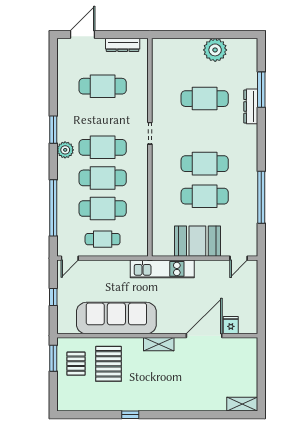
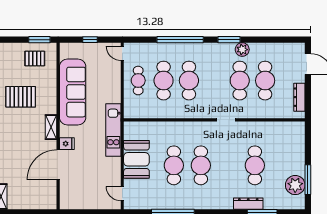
window: (222, 35) -> (308, 180), added
plant: (215, 50) -> (295, 185), moved
cafe table: (103, 147) -> (240, 81), moved
plant: (65, 150) -> (242, 50), moved
window: (53, 208) -> (180, 40), moved
fridge: (231, 325) -> (67, 144), moved
door: (204, 336) -> (58, 165), swing flipped
pallet: (109, 364) -> (21, 97), moved

